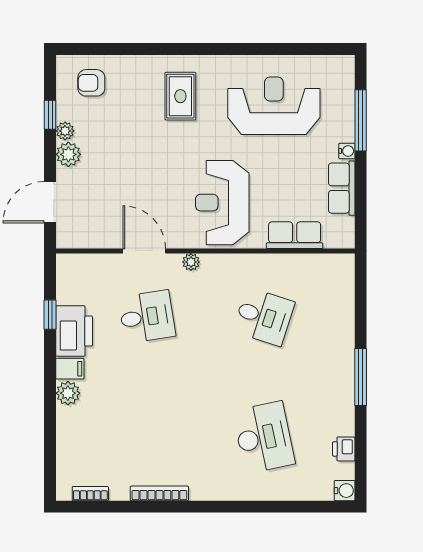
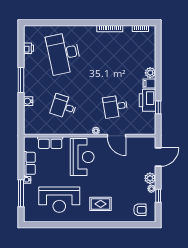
rug: (180, 96) -> (101, 204), turned 90
desk: (264, 437) -> (64, 53), width x1.36, depth x1.30
water cooler: (345, 491) -> (28, 101), moved

